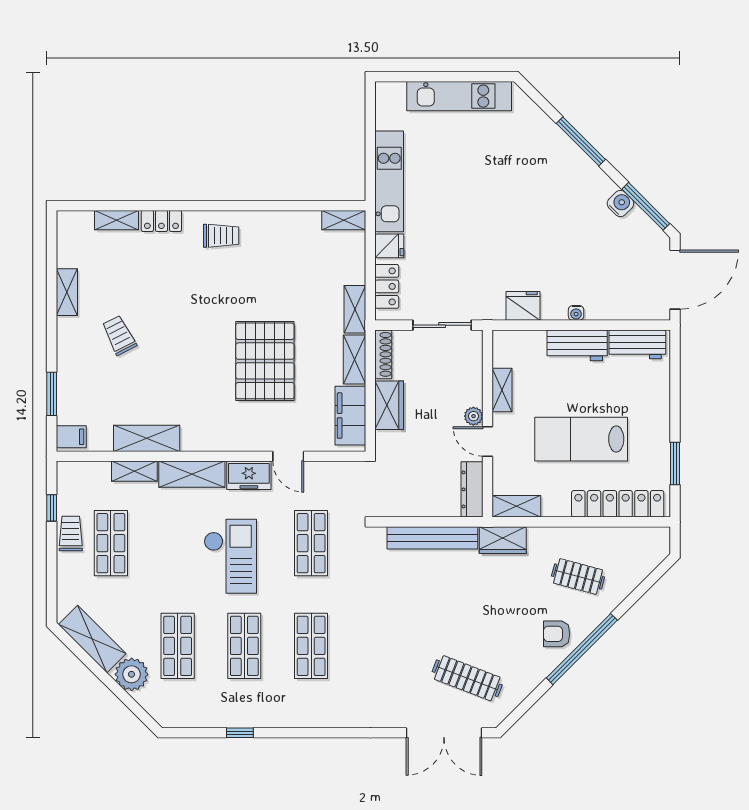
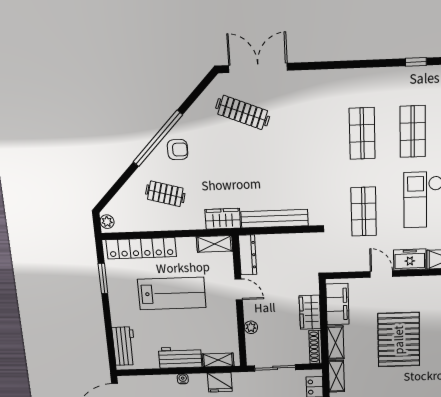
workbench: (637, 344) -> (124, 346), moved, turned 90
shelving: (502, 390) -> (218, 360), moved, turned 90
plant: (473, 416) -> (251, 327), moved
plant: (661, 542) -> (107, 222), added

